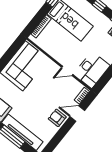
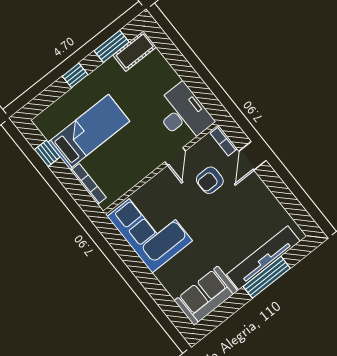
armchair: (57, 118) -> (210, 180), moved

